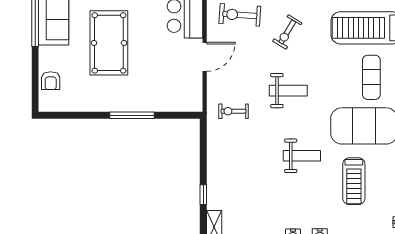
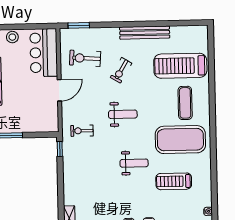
treadmill: (354, 181) -> (174, 181), turned 90
window: (203, 195) -> (60, 149), moved

